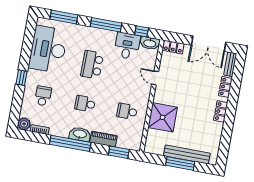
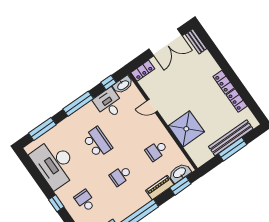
school desk: (92, 65) -> (97, 142), turned 180
locker: (225, 87) -> (237, 101), moved
washbasin: (80, 134) -> (180, 173), moved

